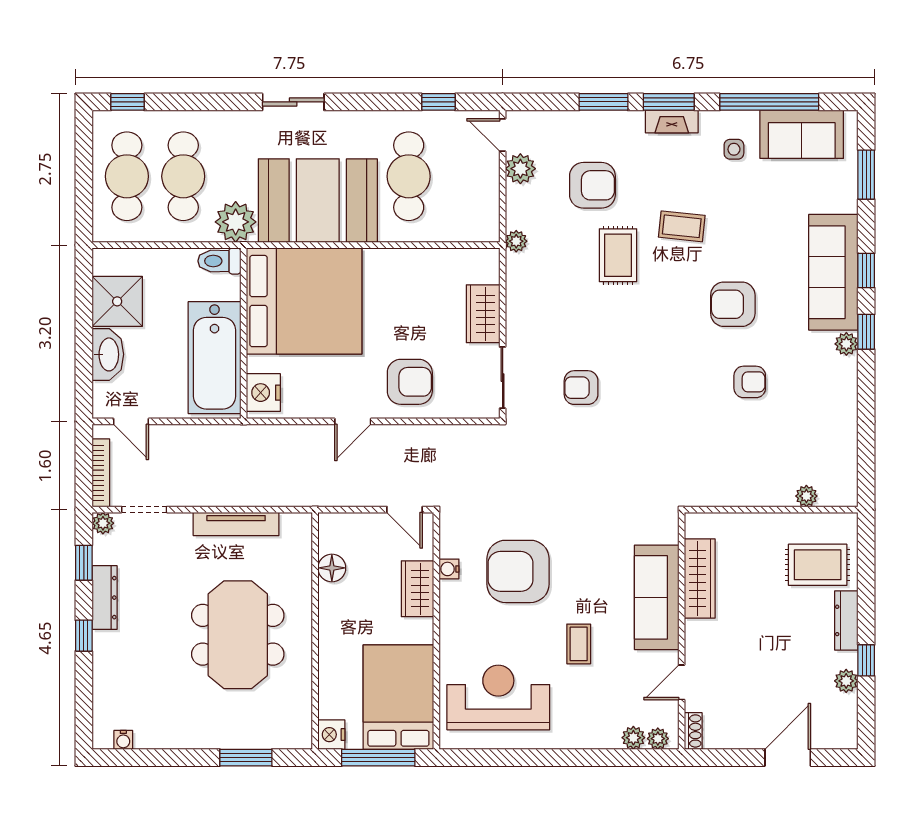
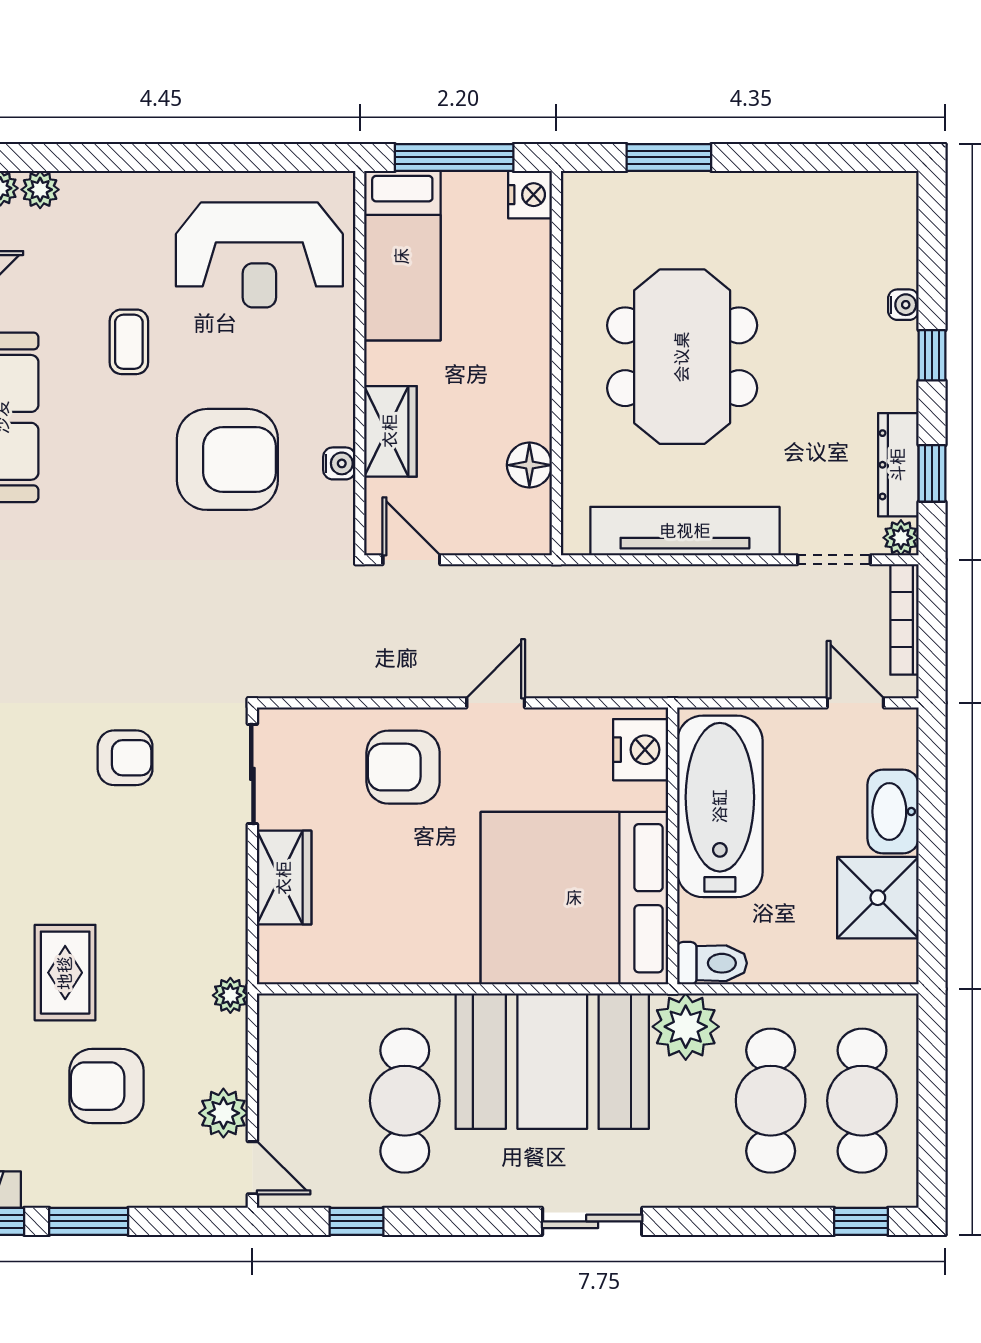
tv unit: (236, 524) -> (685, 531), width x1.36, depth x1.29
dresser: (105, 598) -> (898, 465), moved
bed: (398, 697) -> (402, 256), width x0.67
water cooler: (123, 740) -> (903, 305), moved, turned 90

